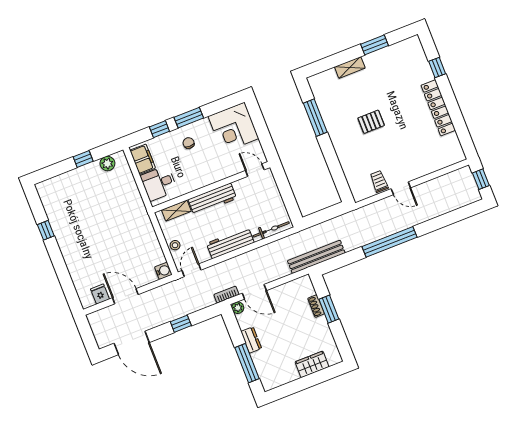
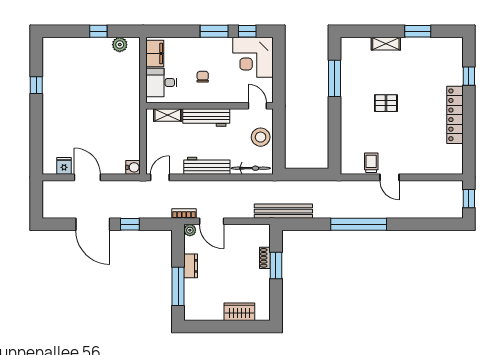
window: (159, 129) -> (247, 31), moved
chair: (189, 143) -> (203, 77), moved
stool: (175, 245) -> (261, 137), moved, width x1.89, depth x1.89
door: (132, 343) -> (93, 224), moved

